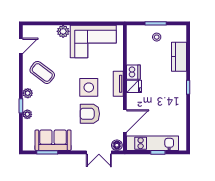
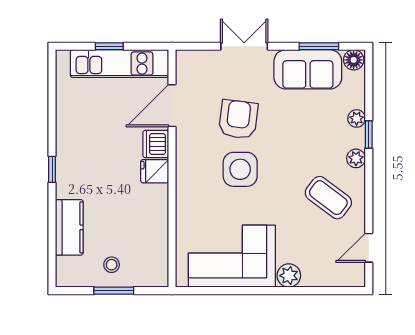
dishwasher: (133, 72) -> (156, 144), moved
tv unit: (118, 84) -> (184, 176), removed
armchair: (90, 114) -> (238, 119), turned -83
floor lamp: (117, 145) -> (354, 60), moved
double door: (99, 152) -> (244, 46), moved

